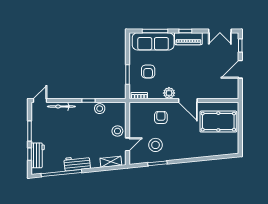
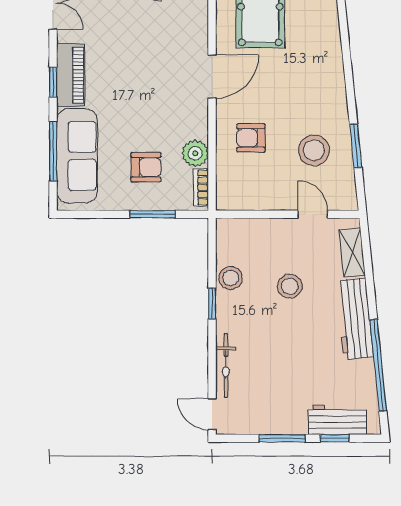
plant: (169, 93) -> (195, 153), moved
stool: (117, 131) -> (290, 286), moved
workbench: (77, 163) -> (355, 319), width x1.38

